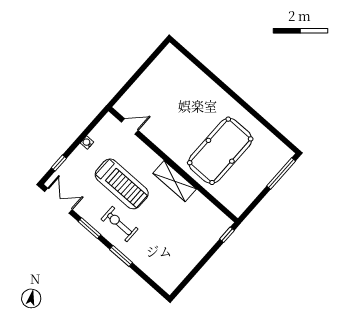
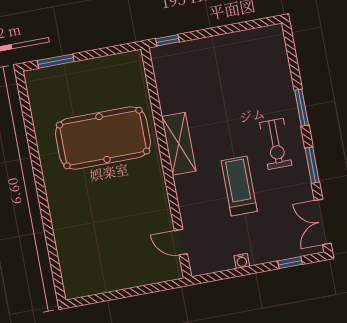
window: (281, 174) -> (56, 61), width x0.69
treadmill: (122, 184) -> (239, 186), width x0.73, depth x0.73

